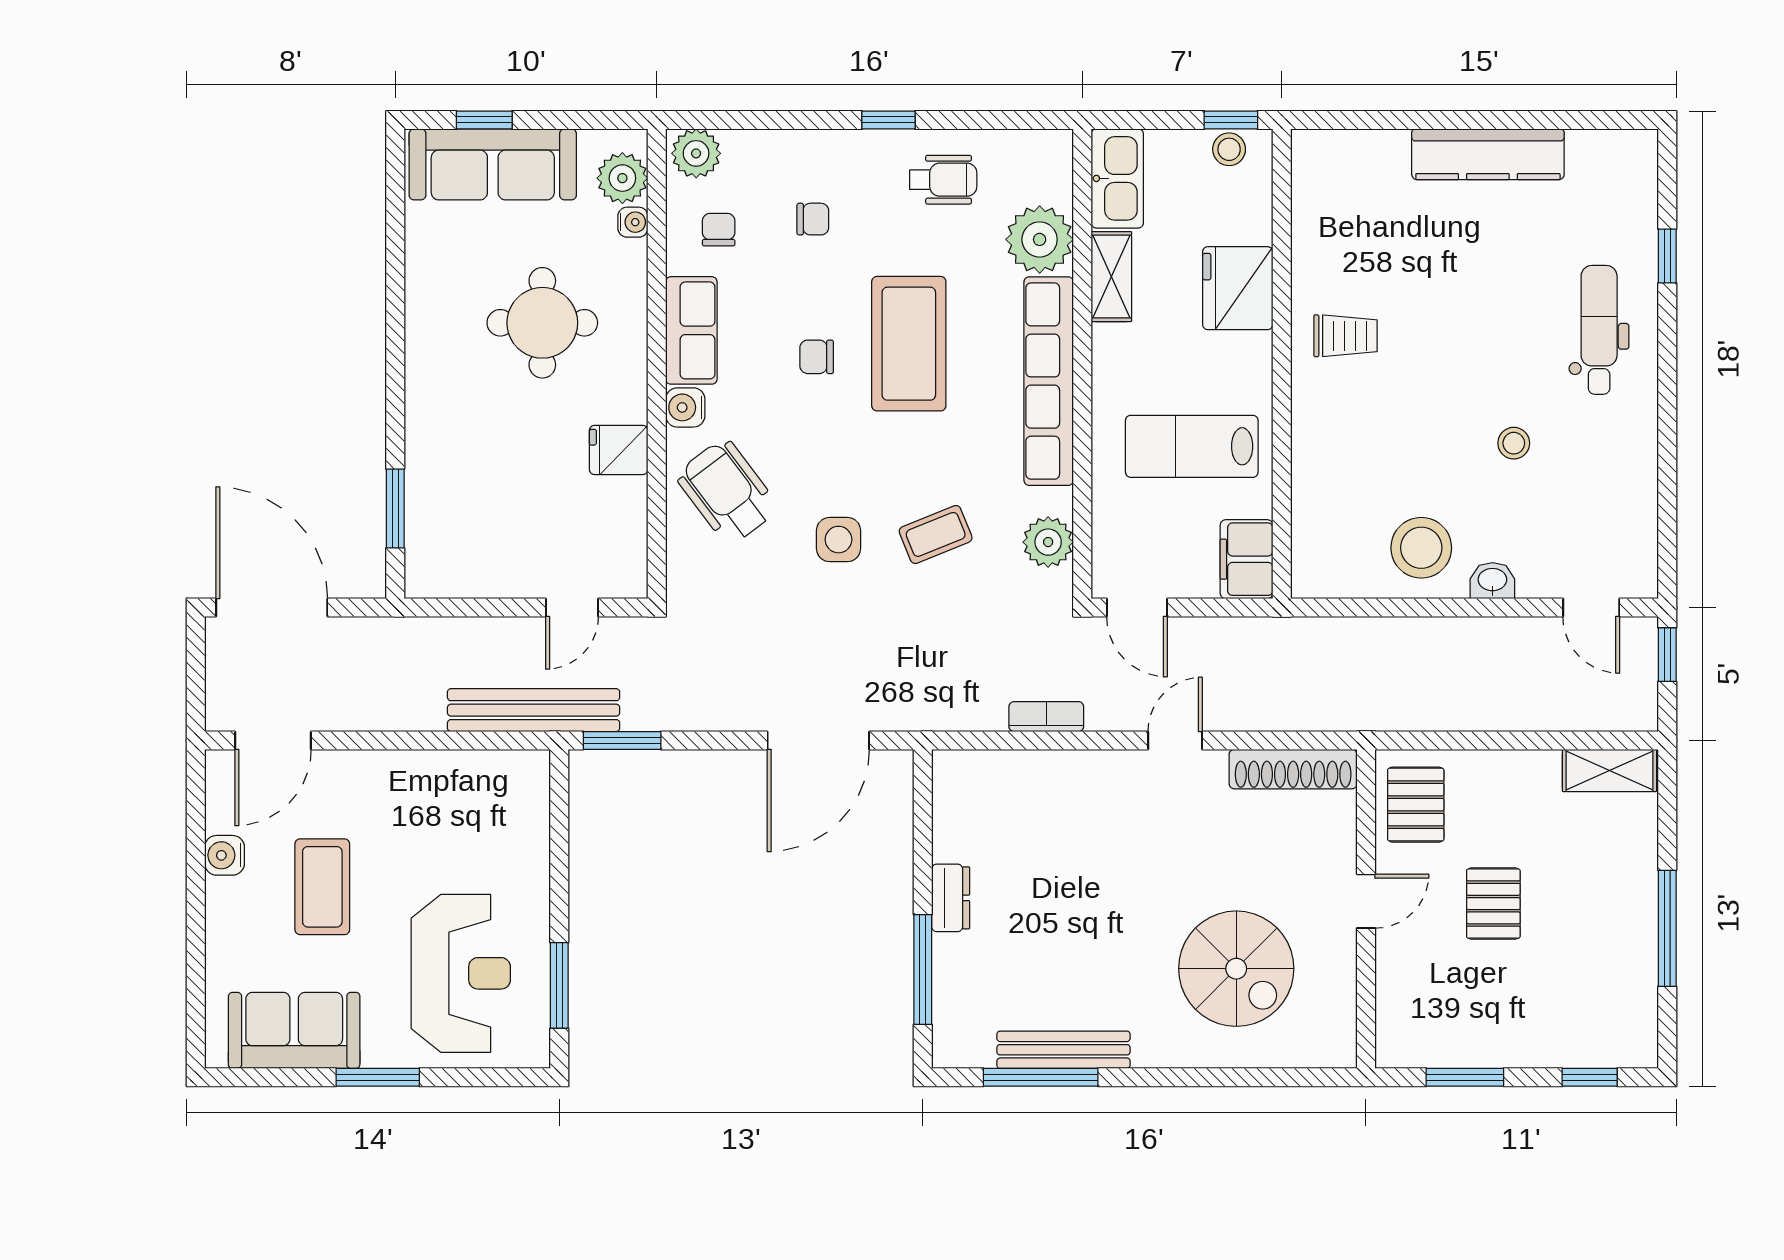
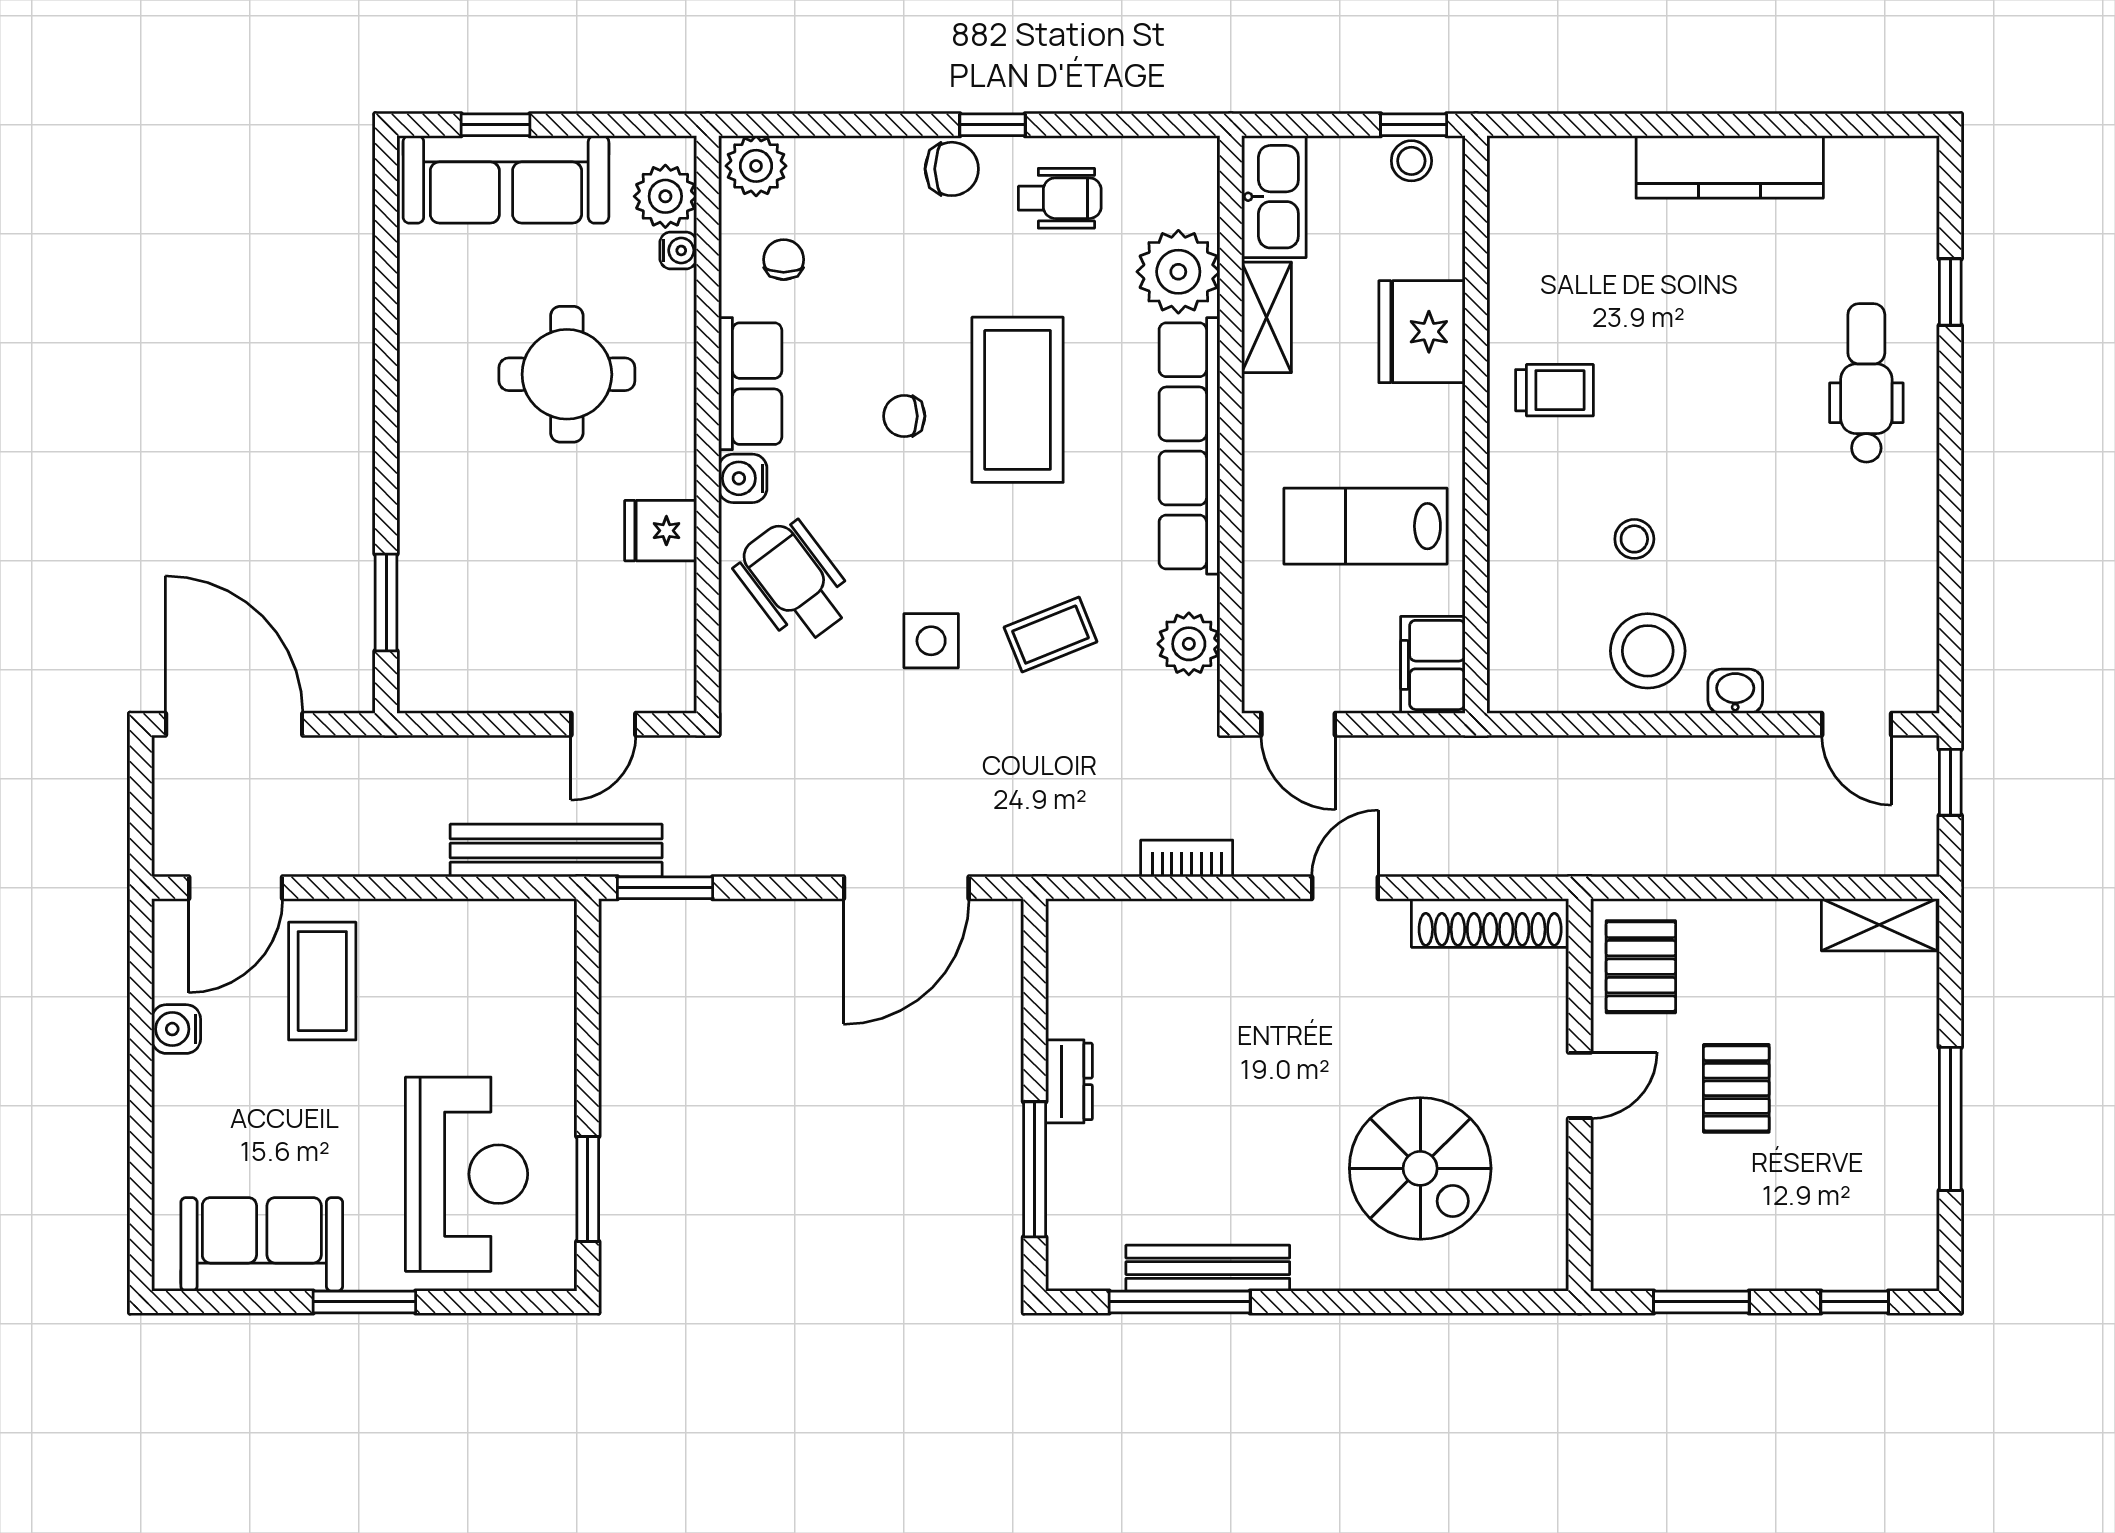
chair: (813, 219) -> (952, 169), moved, width x1.37, depth x1.37
stool: (1514, 443) -> (1634, 539), moved
coffee table: (322, 887) -> (322, 981), moved

